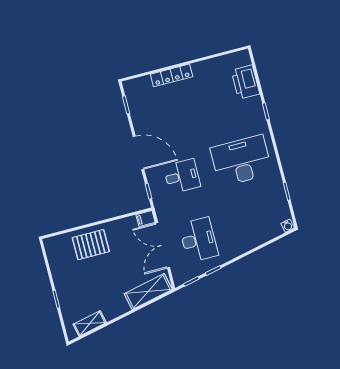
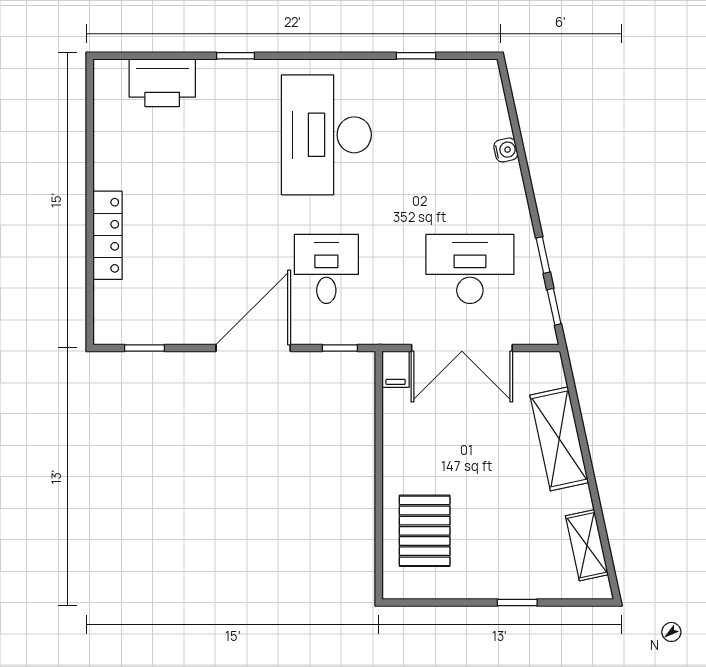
water cooler: (288, 226) -> (506, 150), moved
pallet: (91, 245) -> (425, 531), moved
shelving: (148, 292) -> (559, 439), moved

